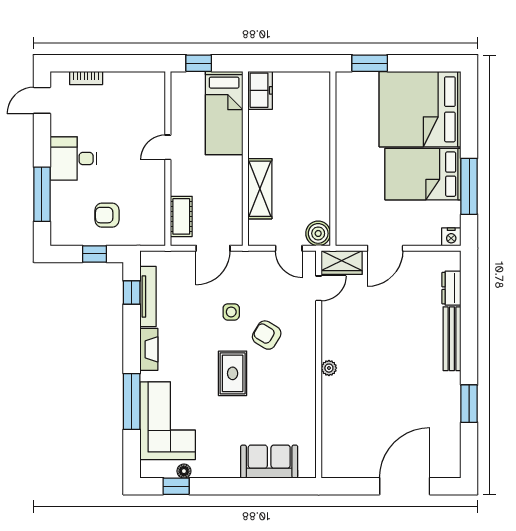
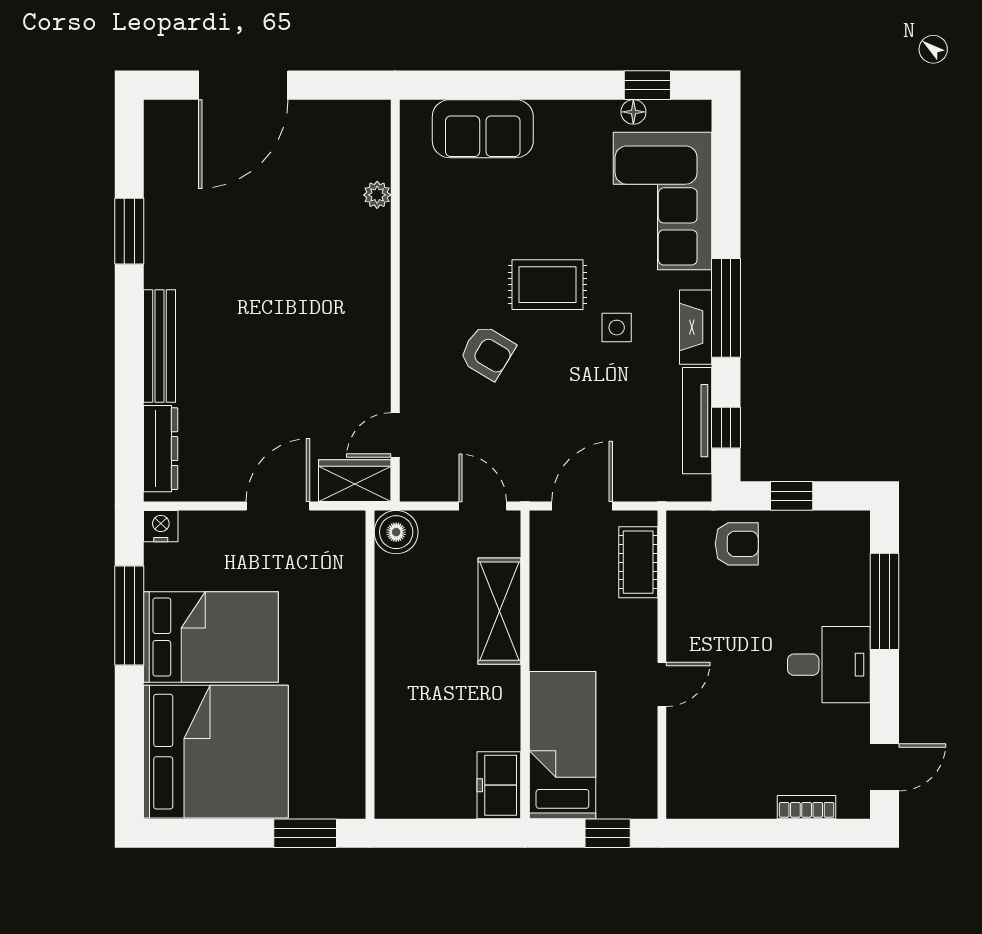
armchair: (107, 215) -> (737, 544), moved
door: (289, 248) -> (483, 506), moved
dresser: (451, 288) -> (161, 449), width x1.44
side table: (231, 312) -> (617, 328), moved
plant: (329, 368) -> (377, 195), moved
rug: (233, 373) -> (547, 285), turned 90
window: (132, 402) -> (726, 308), moved

